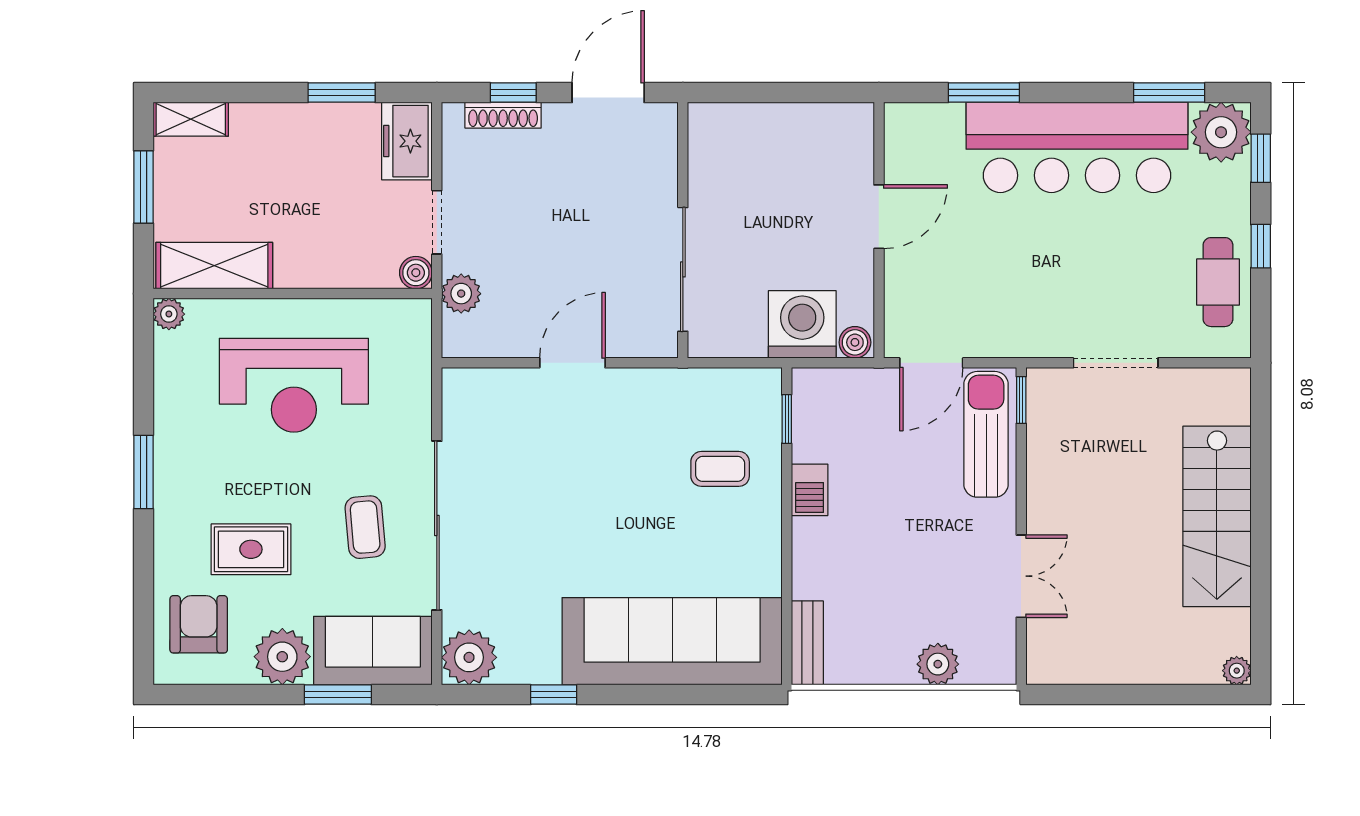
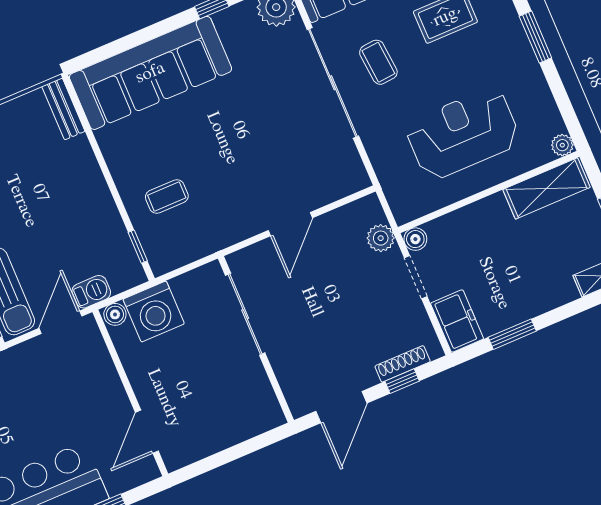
door: (879, 217) -> (147, 432), moved
barbecue: (810, 490) -> (91, 292), moved, turned 90

